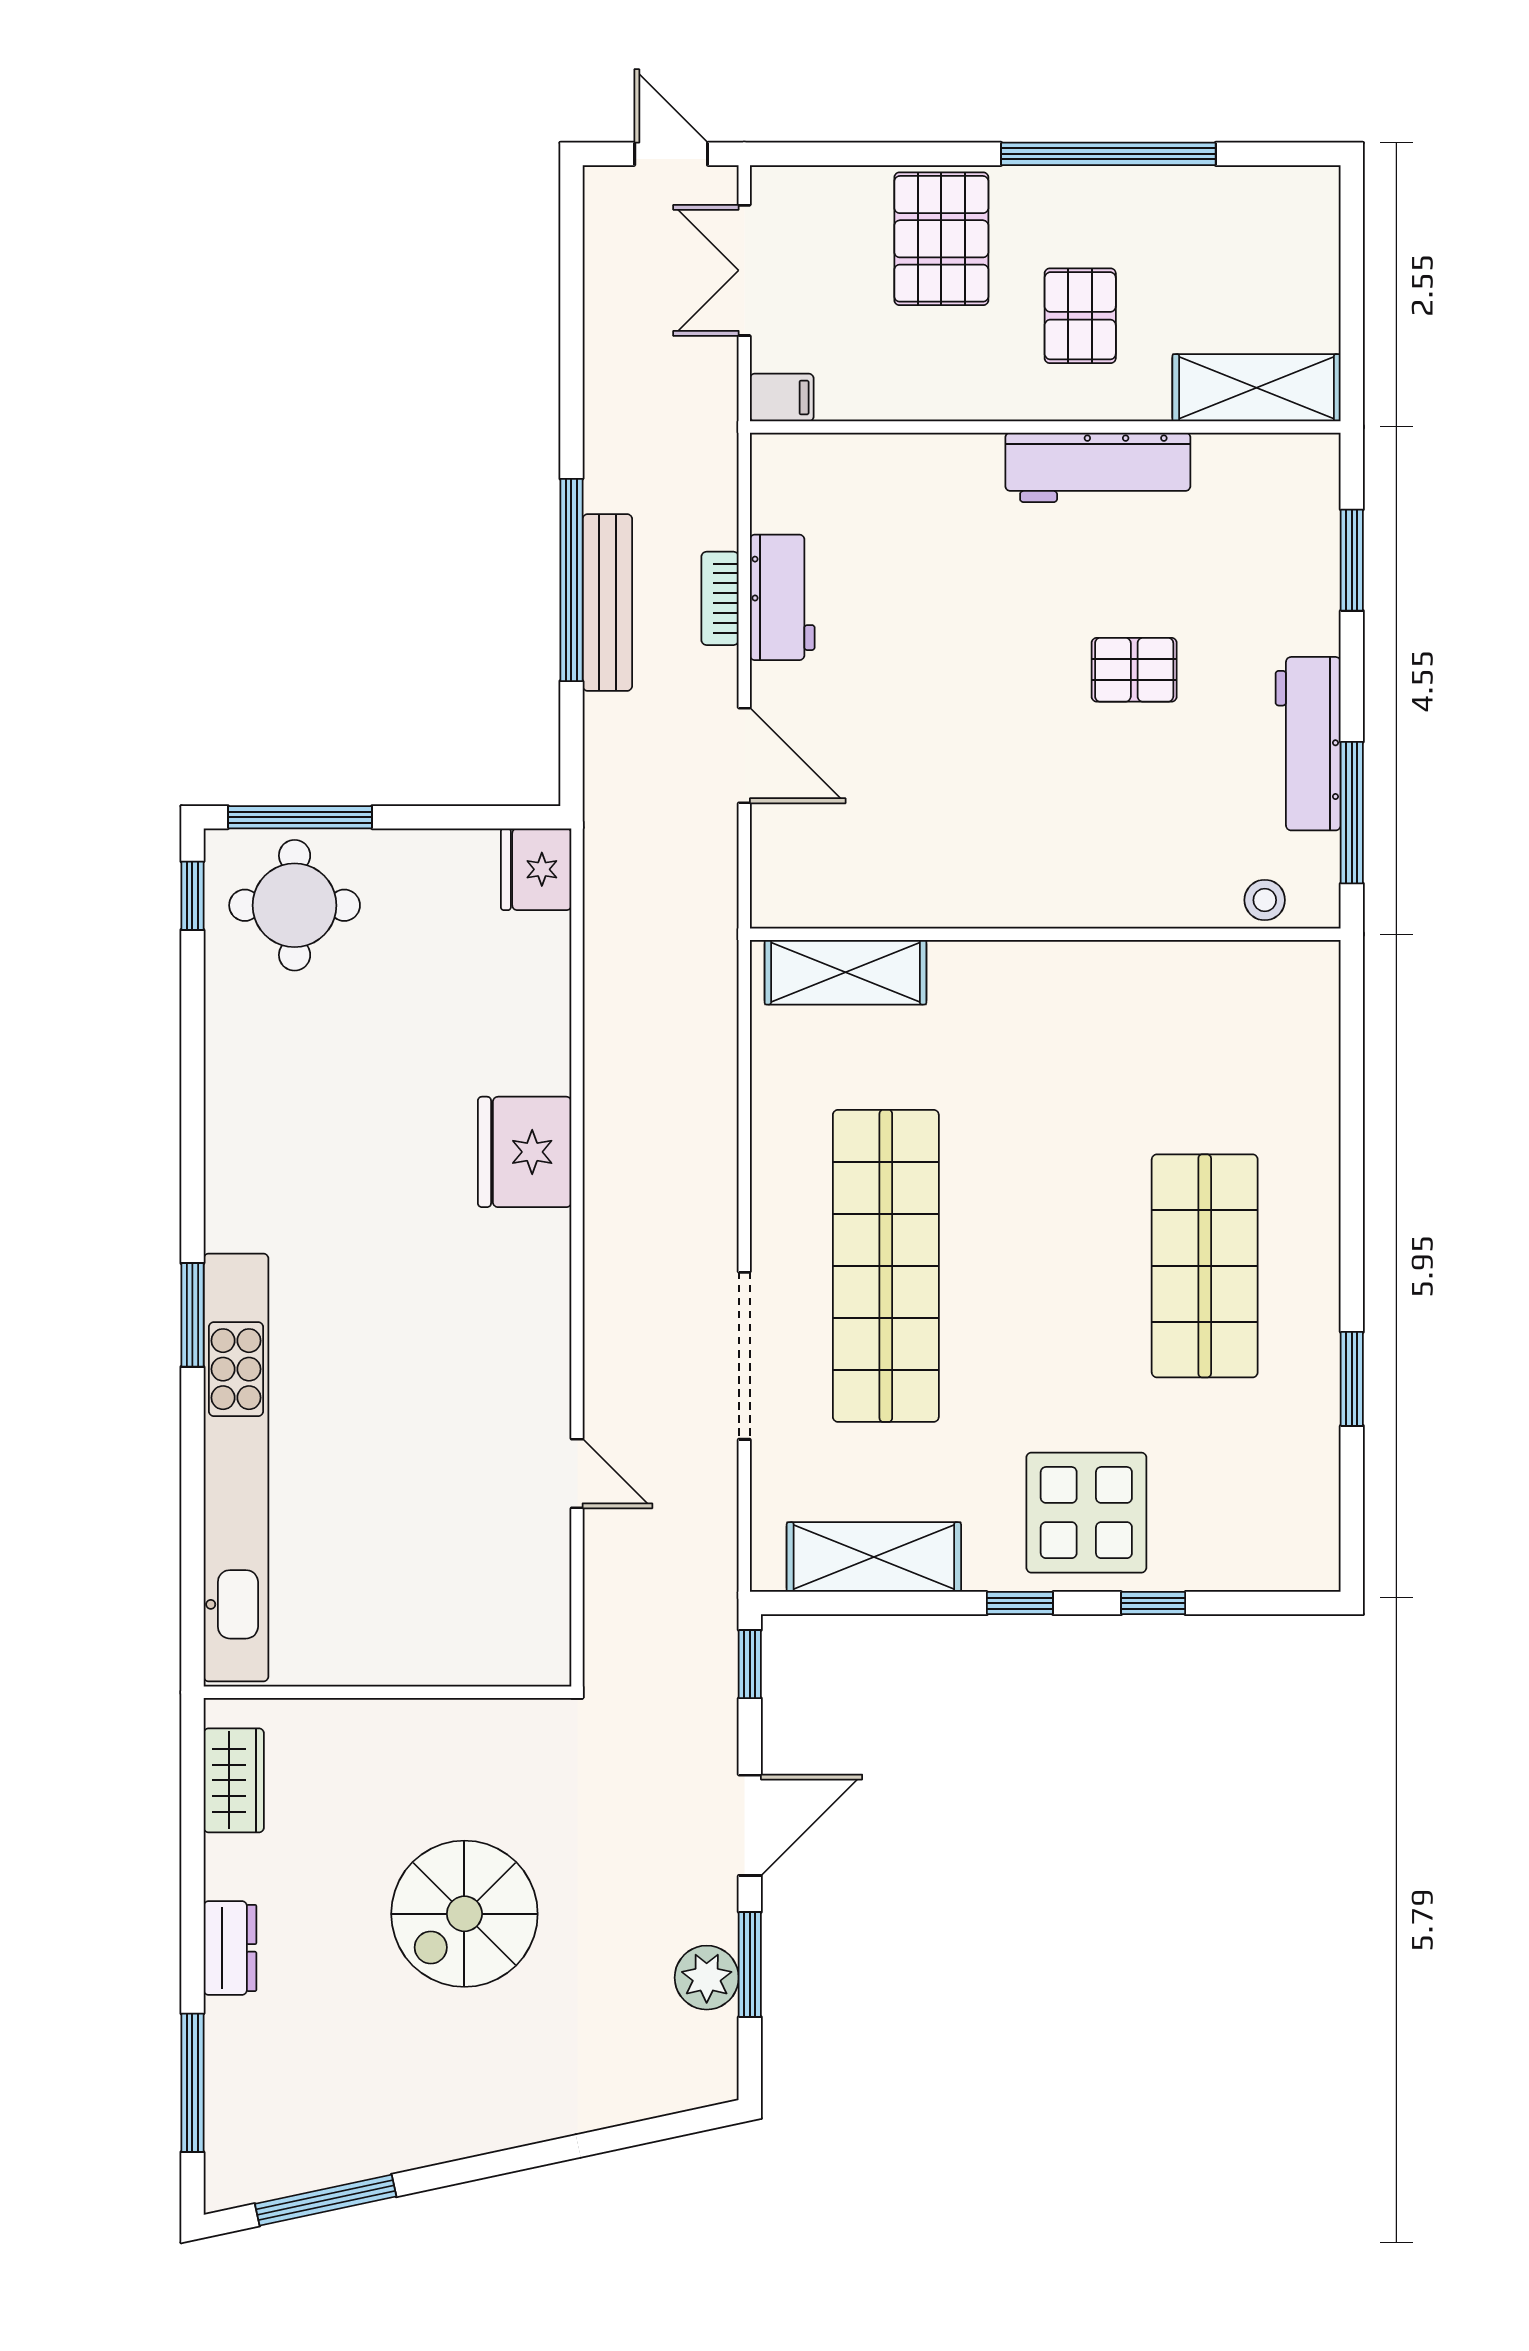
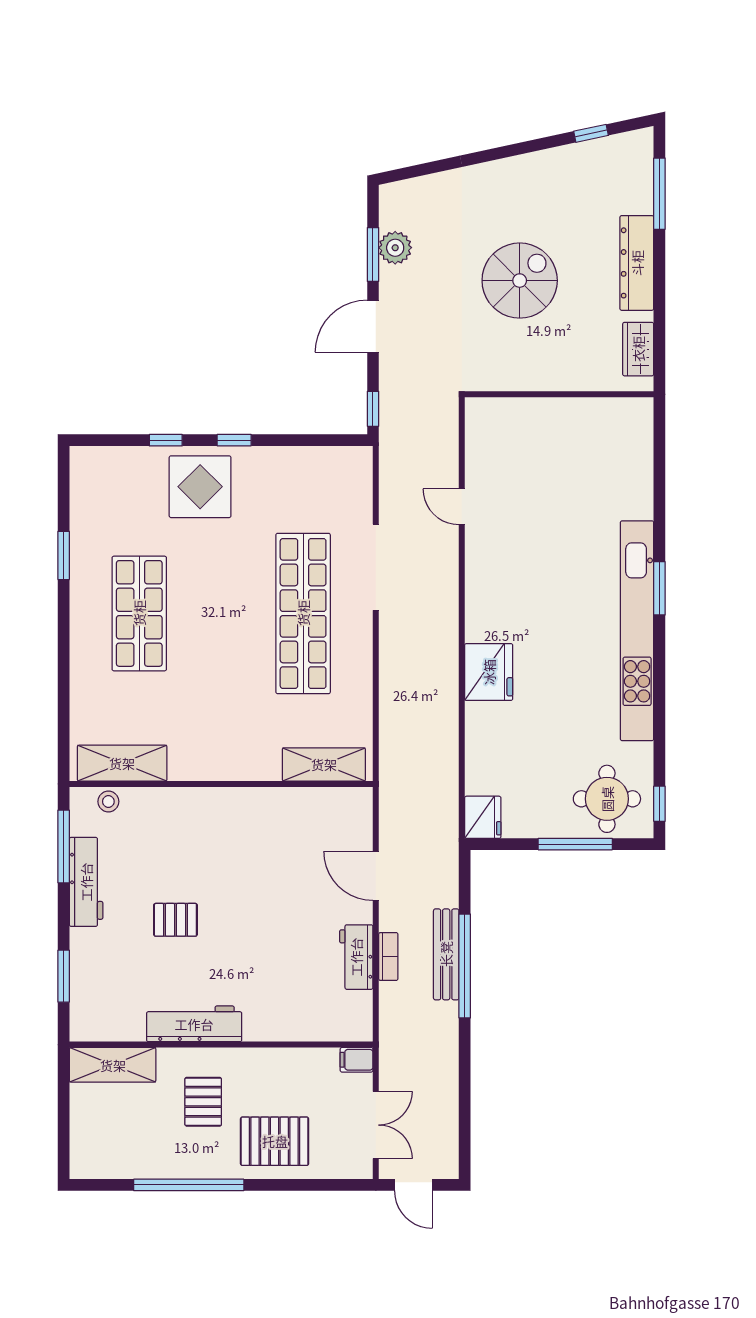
pallet: (941, 239) -> (275, 1141), turned 90
window: (300, 817) -> (575, 844), moved
kitchen unit: (236, 1467) -> (637, 631), moved
shelving: (874, 1557) -> (122, 763), moved
dresser: (230, 1948) -> (637, 263), width x1.96, depth x1.24
window: (326, 2200) -> (591, 133), width x0.46

